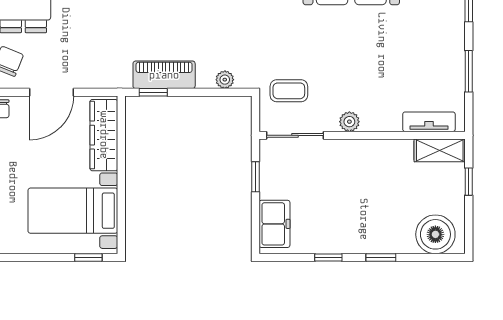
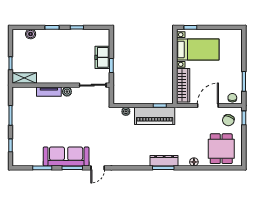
piano: (164, 75) -> (155, 116), width x1.37, depth x1.33
coffee table: (289, 91) -> (96, 106), removed
tv unit: (429, 122) -> (49, 92), moved
freezer: (274, 224) -> (102, 57), moved
boiler: (435, 234) -> (31, 34), width x0.54, depth x0.54

